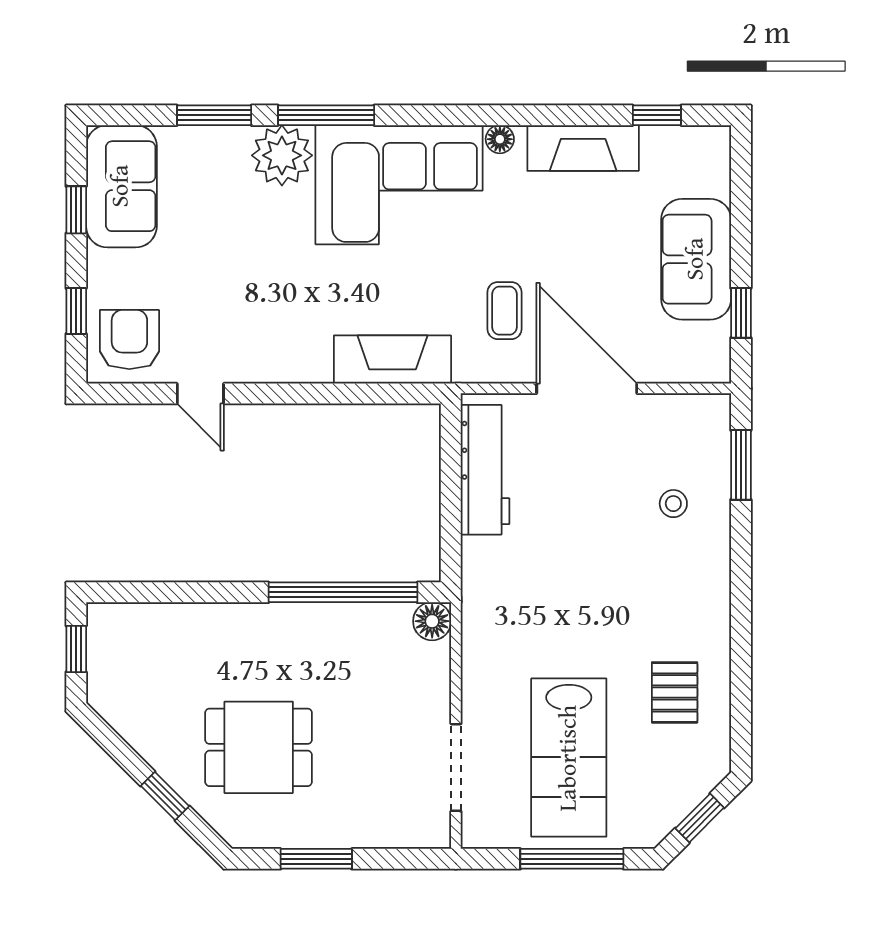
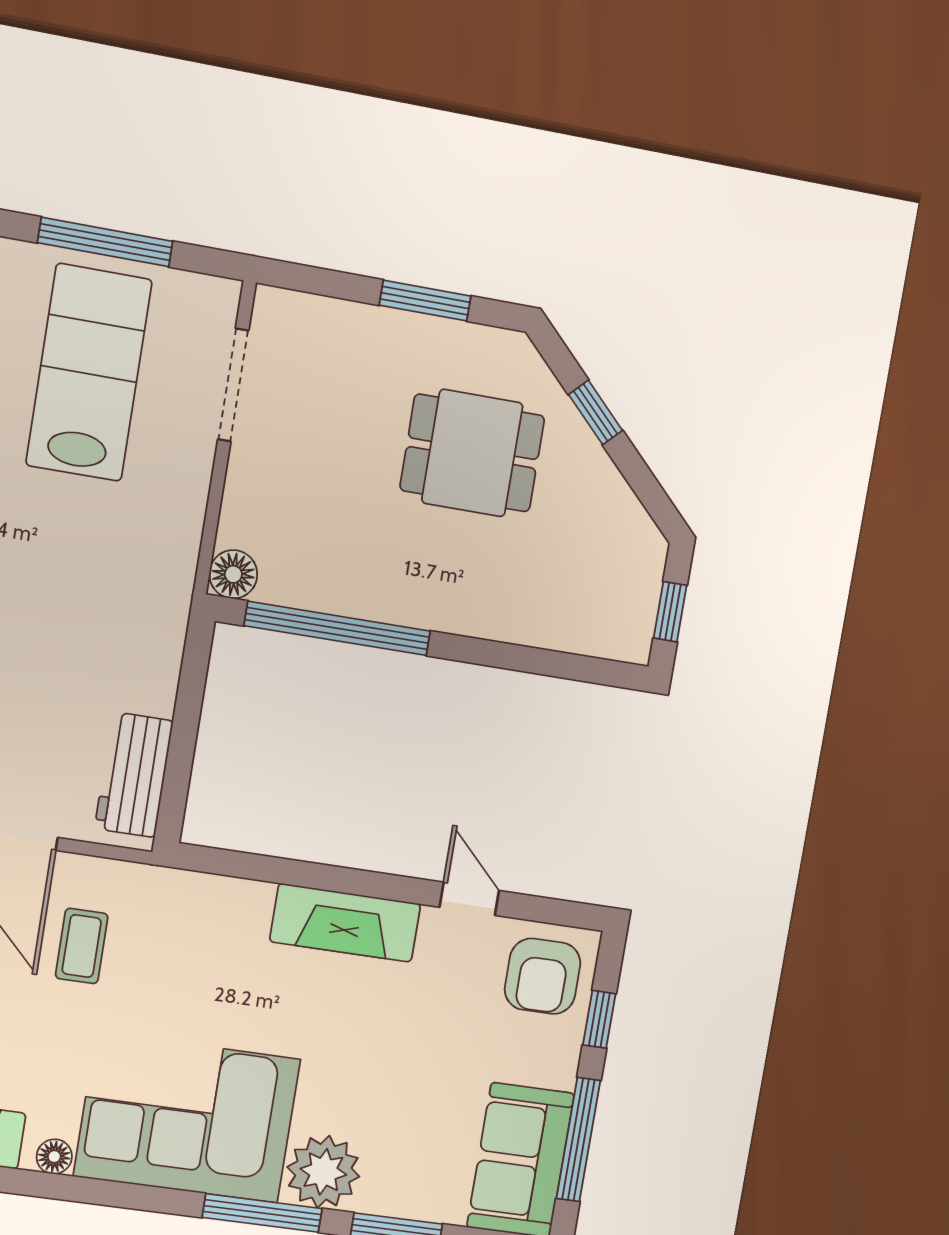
window: (76, 210) -> (578, 1140), width x2.17
fireplace: (392, 360) -> (345, 923), moved
workbench: (485, 470) -> (134, 775), width x0.73

